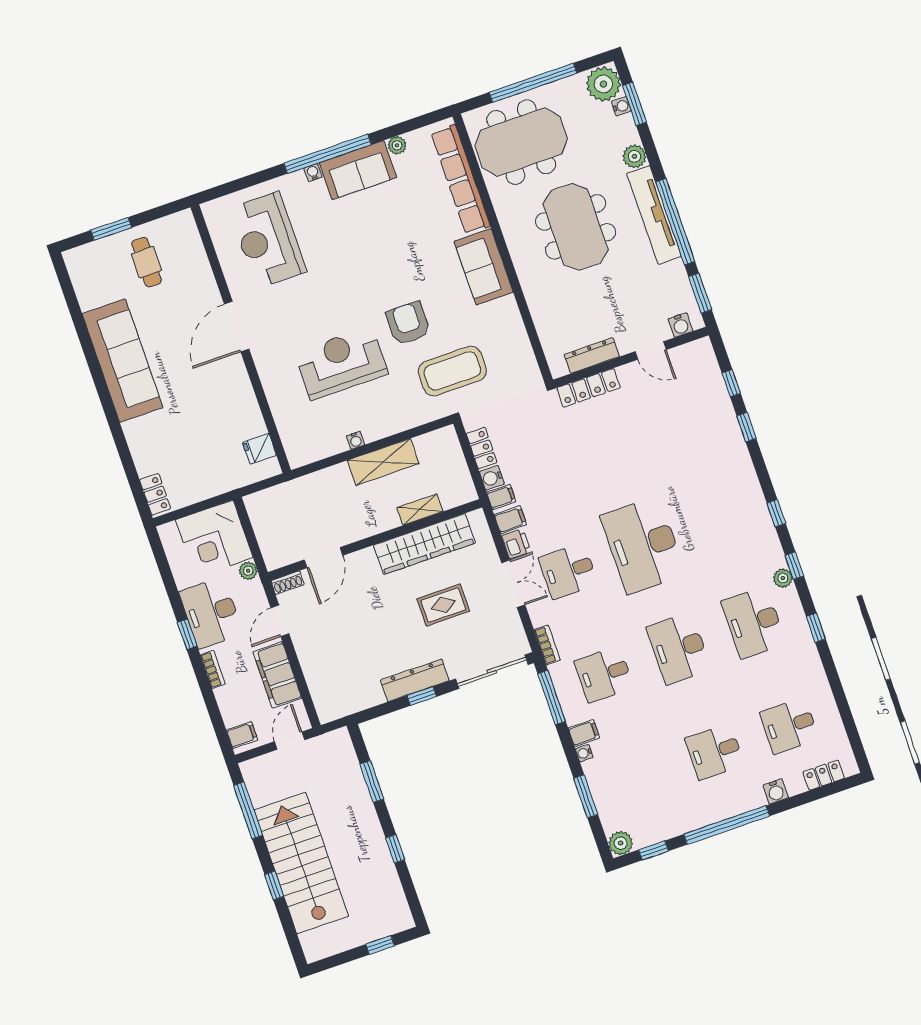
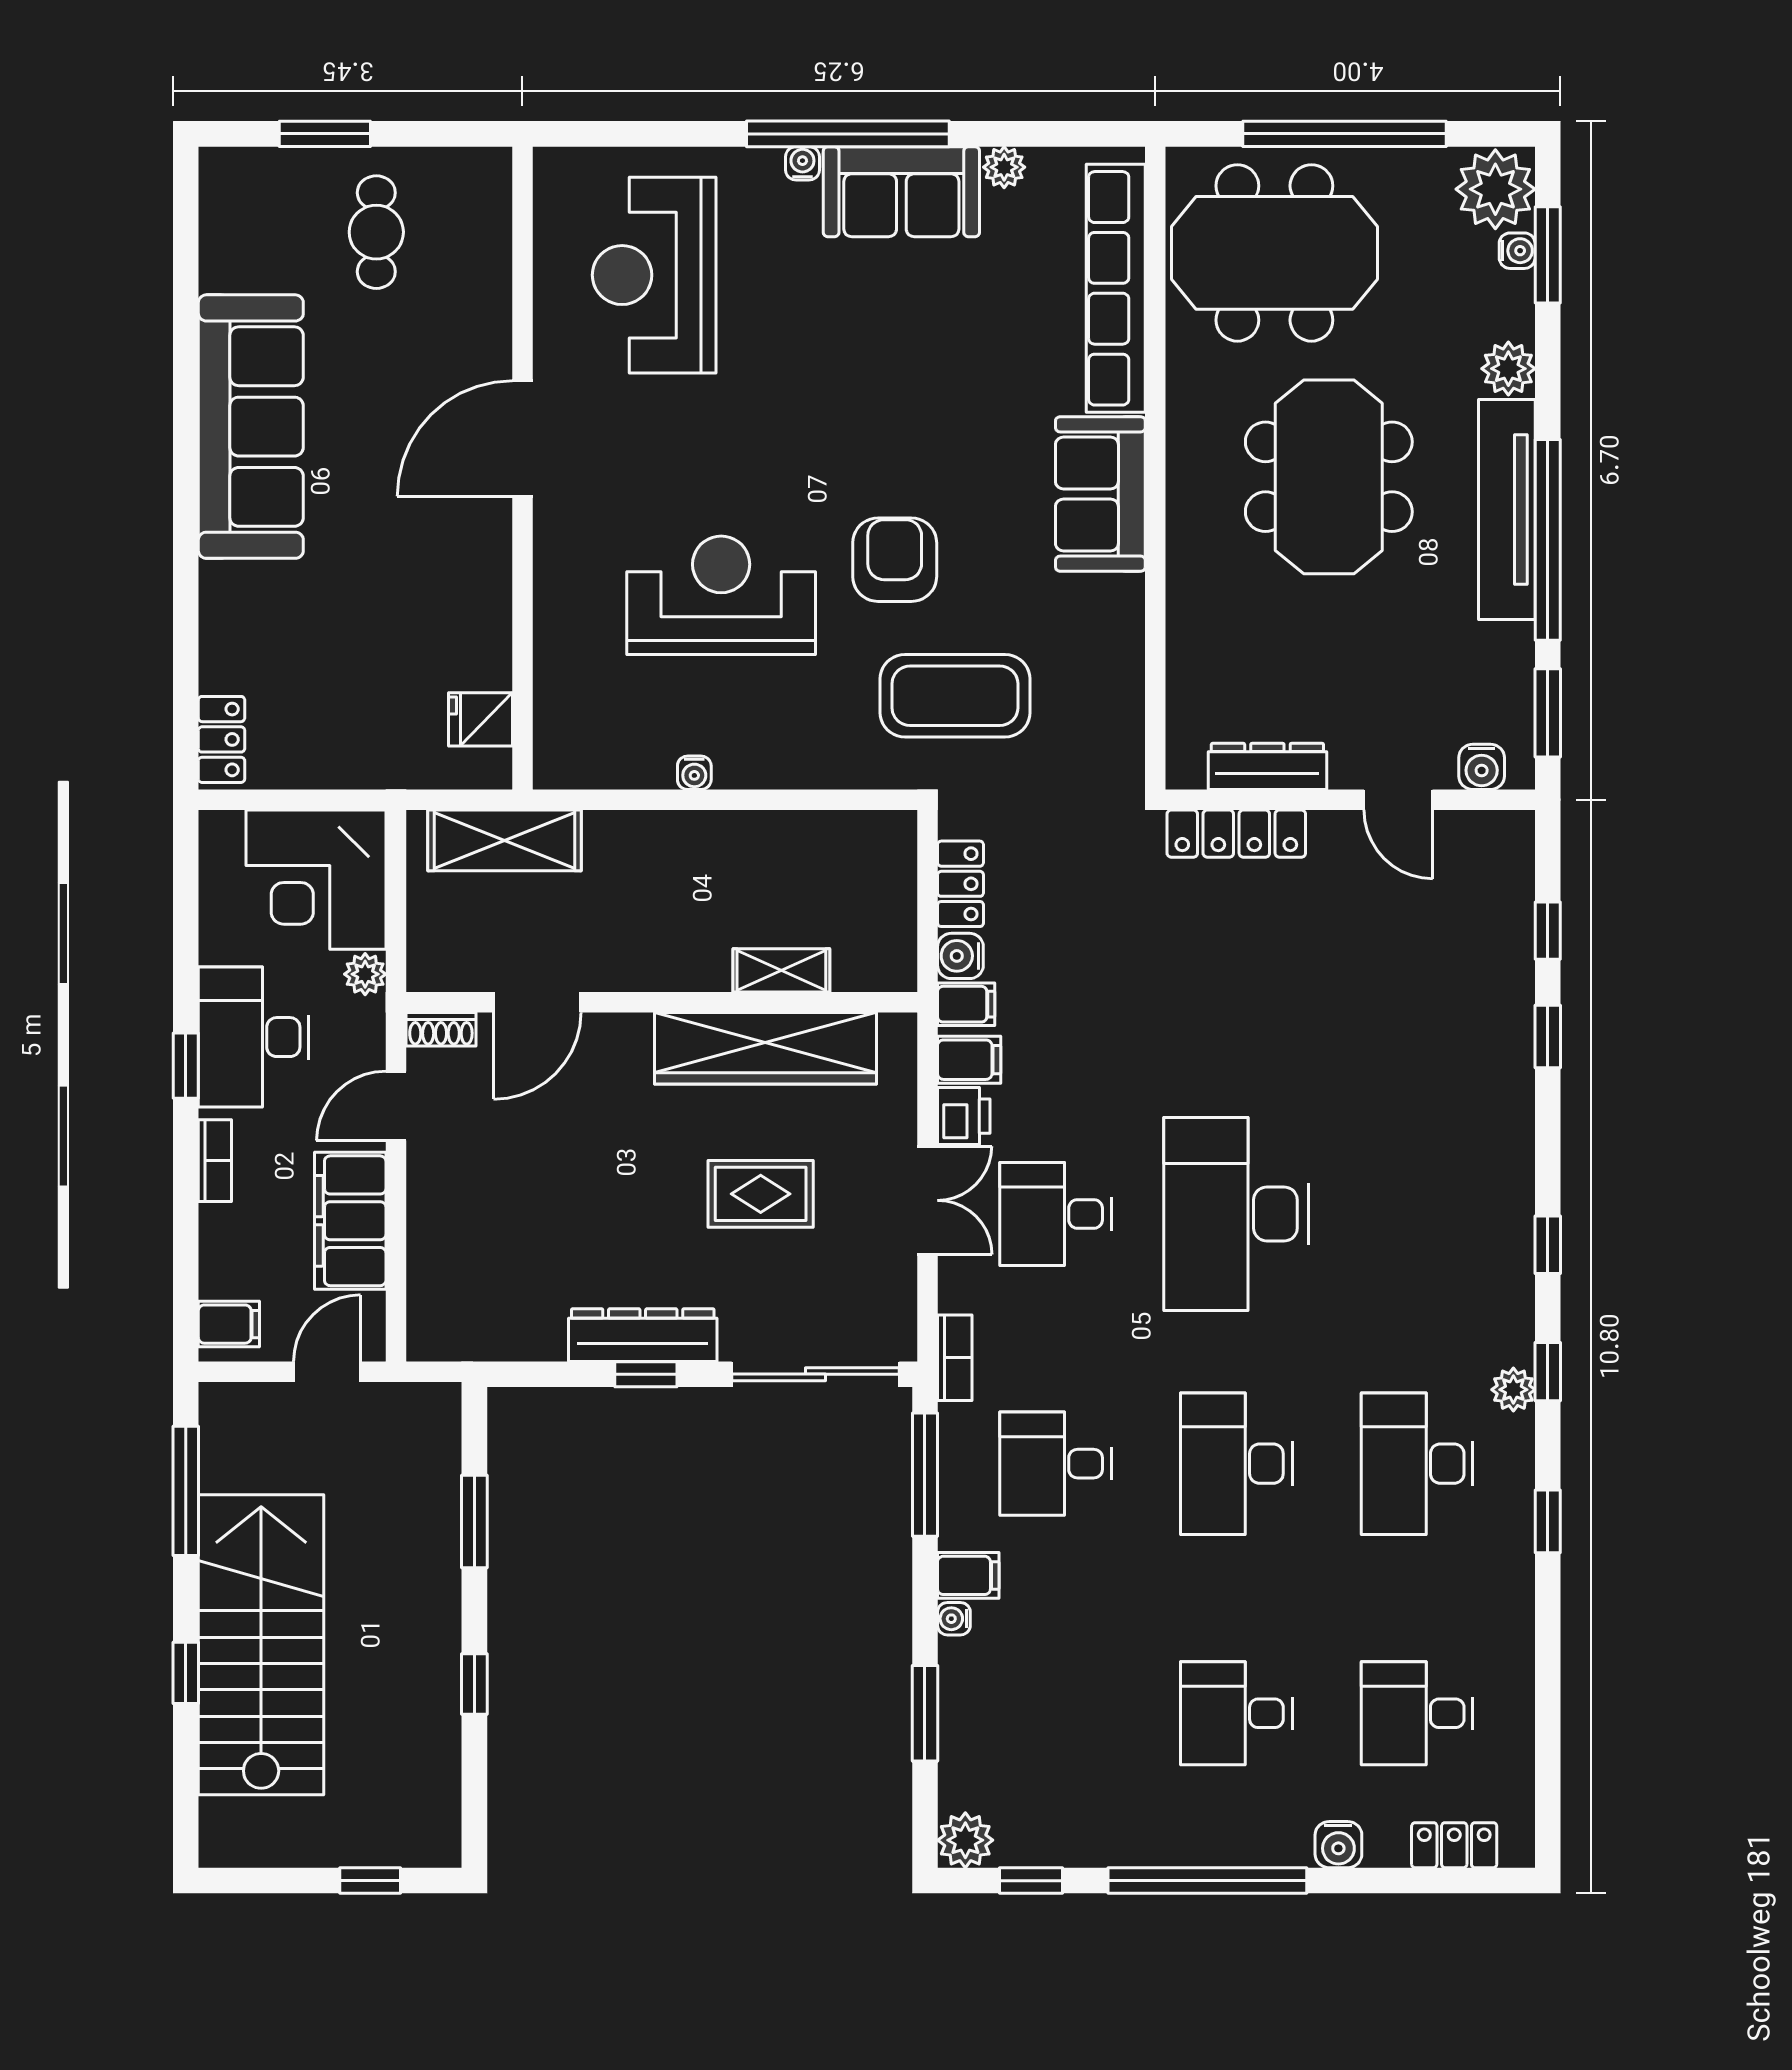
shelving: (383, 462) -> (505, 840), moved

